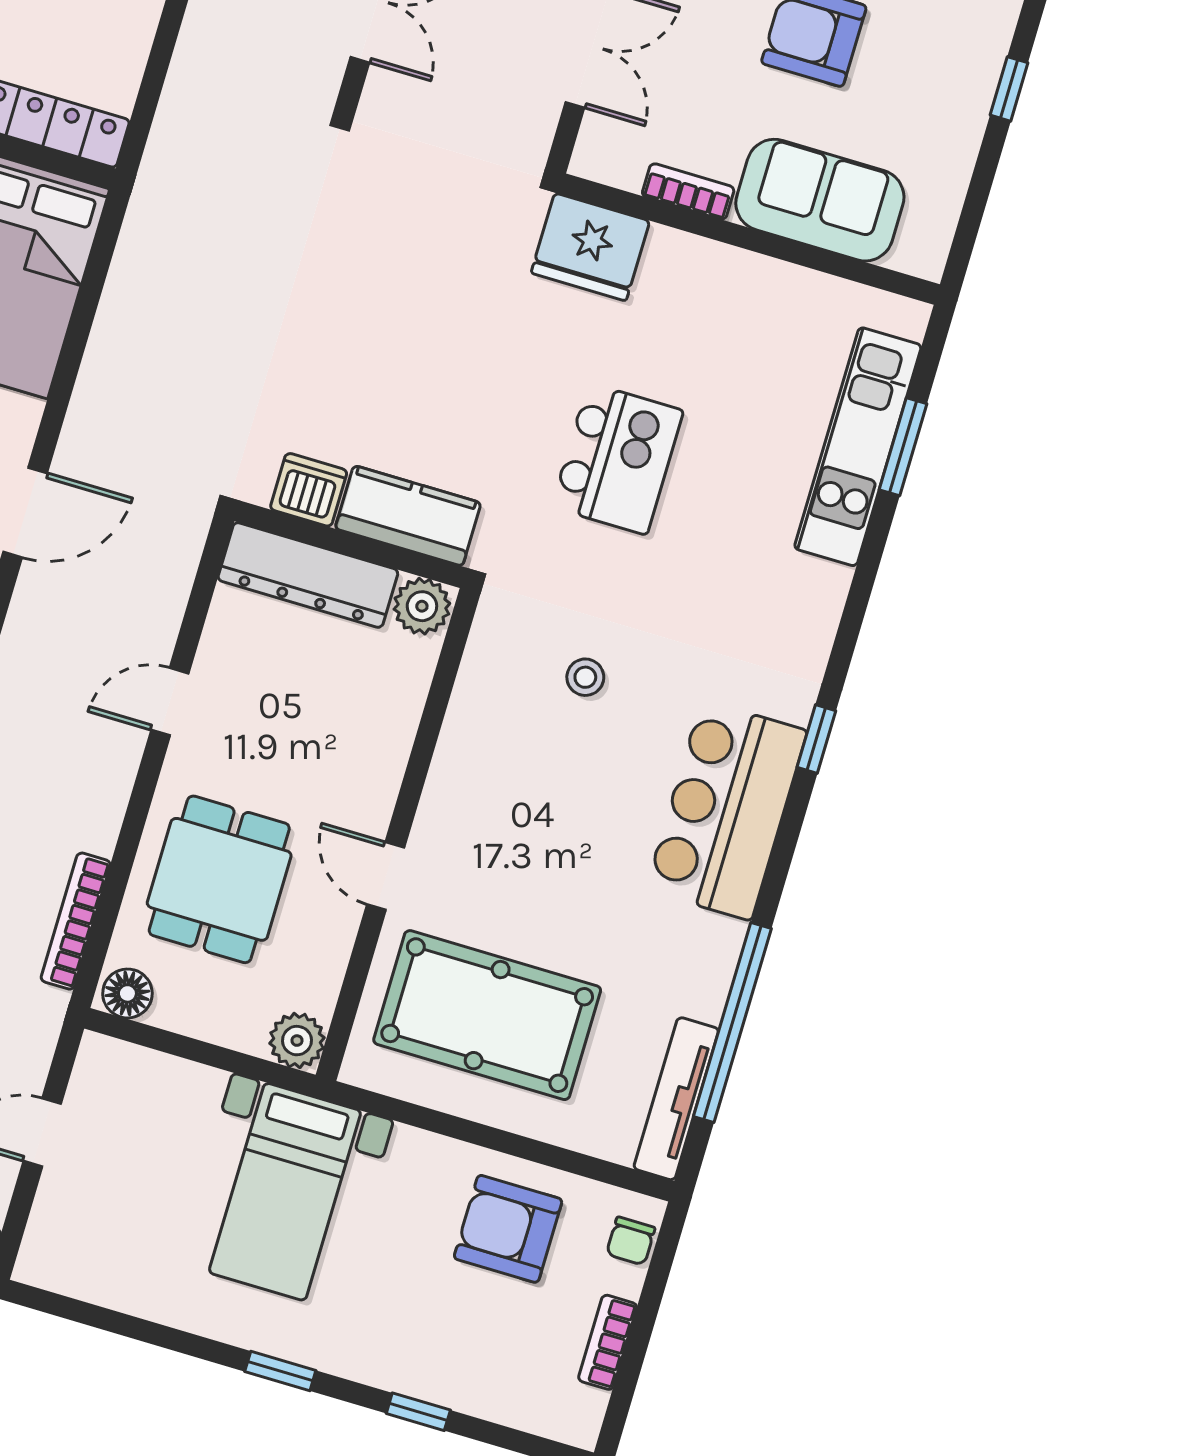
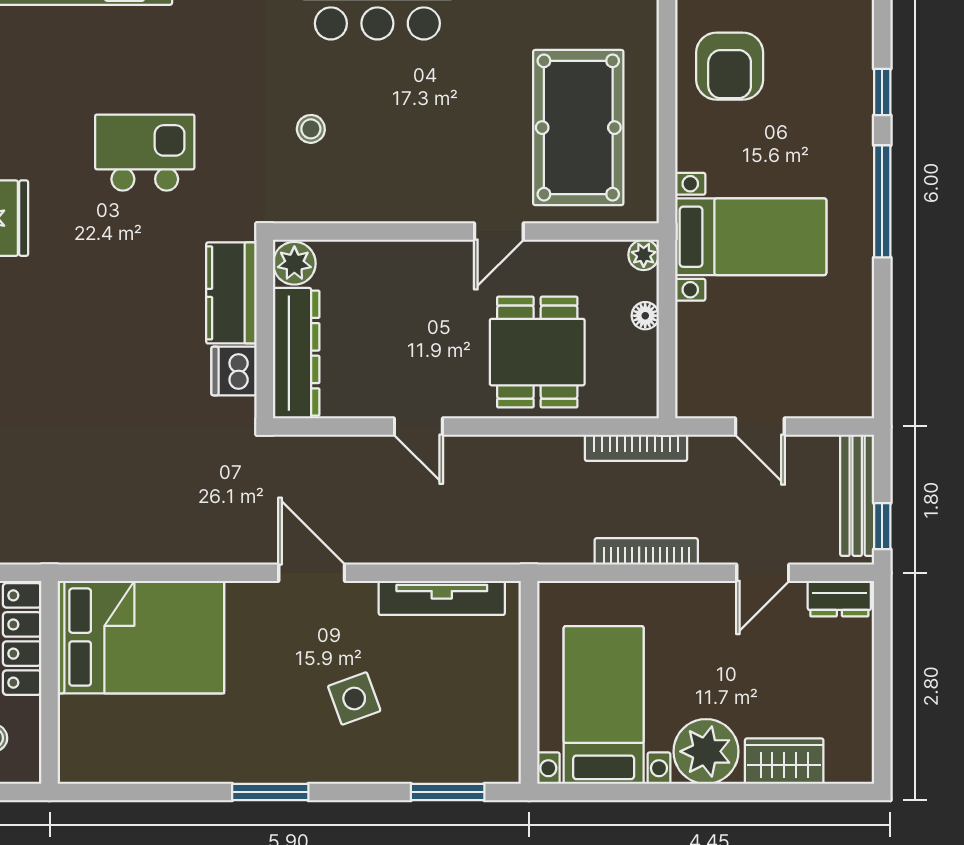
dining table: (219, 879) -> (537, 352), turned 90
bookcase: (76, 921) -> (636, 448), moved
floor lamp: (127, 993) -> (645, 316), moved, width x0.73, depth x0.73
plant: (297, 1041) -> (644, 255), width x0.73, depth x0.73
window: (280, 1371) -> (882, 201), width x2.17

